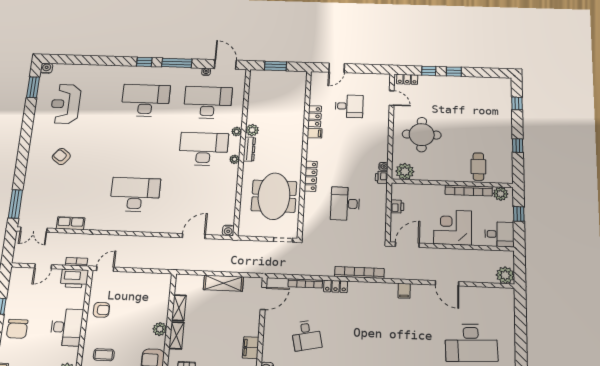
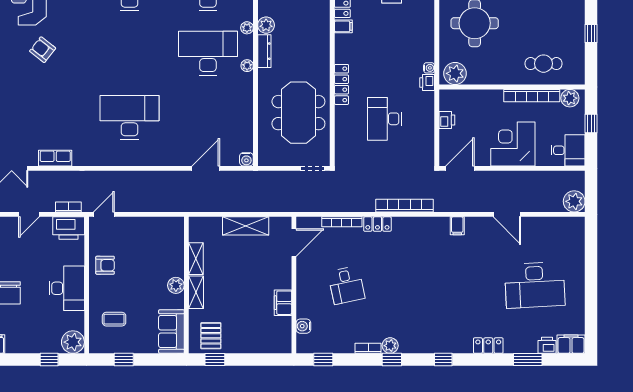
armchair: (61, 156) -> (43, 50), moved
cafe table: (478, 167) -> (544, 64), turned 90

